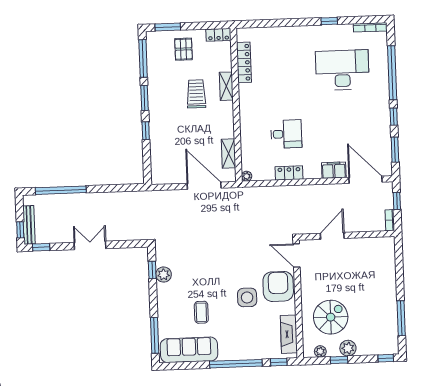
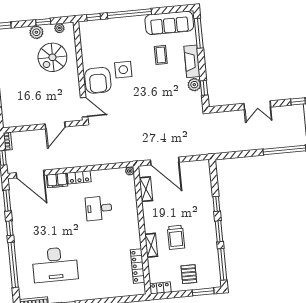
locker: (289, 173) -> (79, 177), moved
fireplace: (289, 334) -> (192, 61), moved, turned 180

